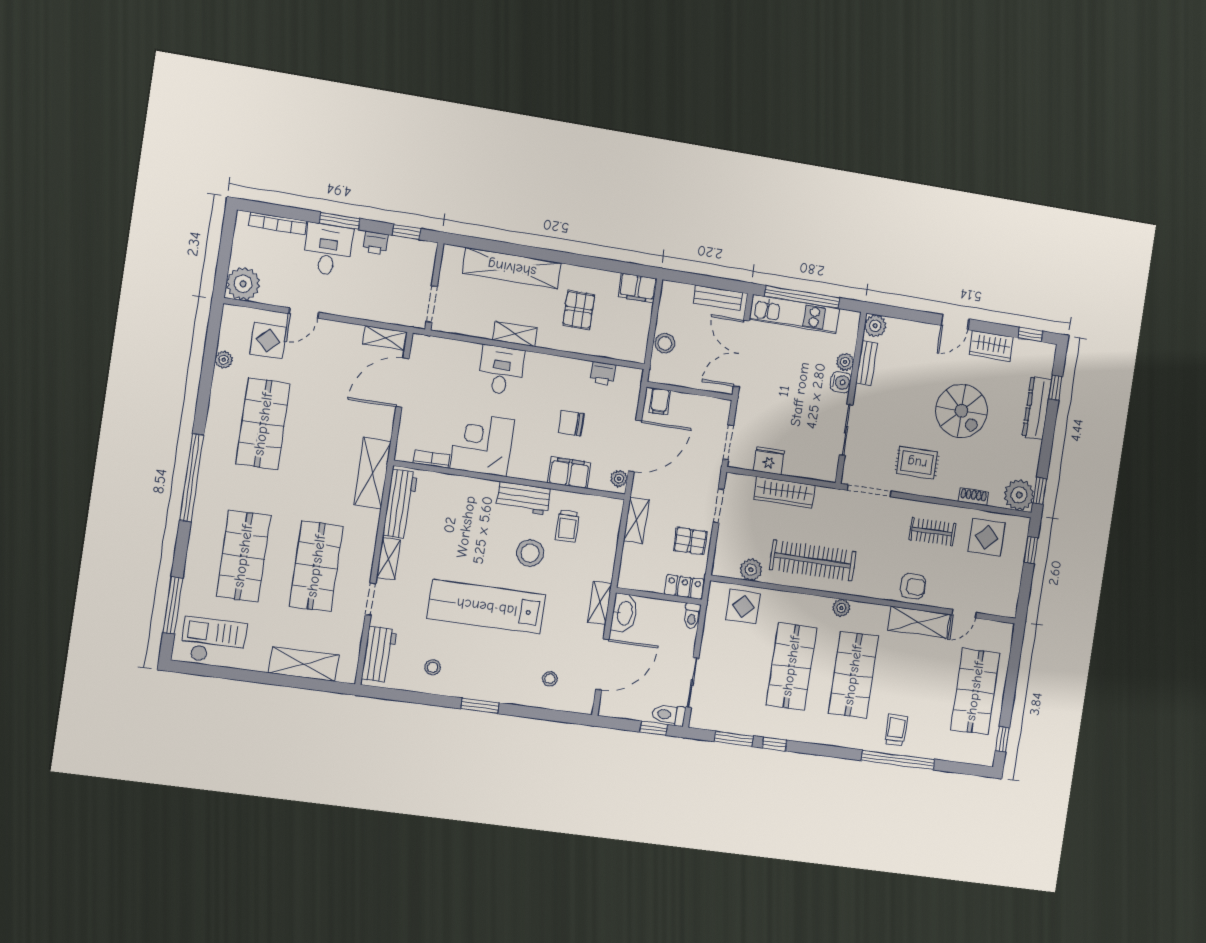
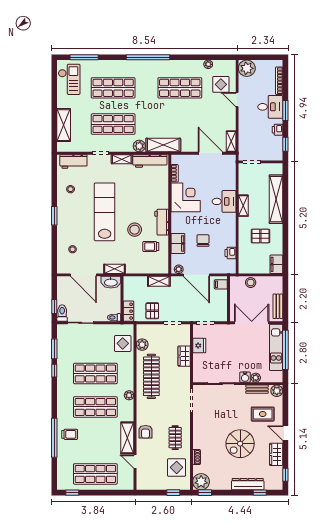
rug: (917, 463) -> (263, 414), moved, turned 90
wardrobe: (784, 492) -> (184, 356), width x0.67
plant: (367, 521) -> (139, 146), added

